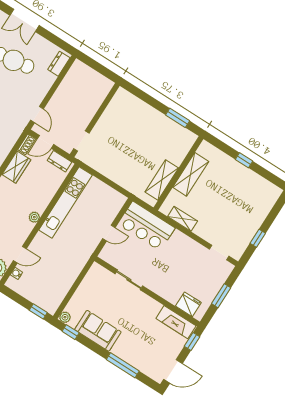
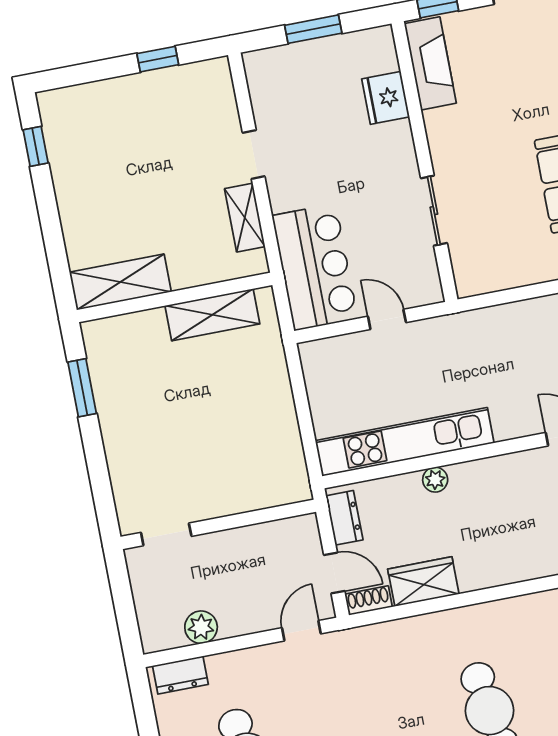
plant: (68, 84) -> (201, 627), added
doorway: (81, 141) -> (166, 534), moved
window: (244, 160) -> (36, 146), moved
shelving: (191, 174) -> (120, 282), moved
plant: (34, 217) -> (435, 480), moved
doorway: (219, 253) -> (254, 154), moved
fridge: (188, 304) -> (386, 98), moved

